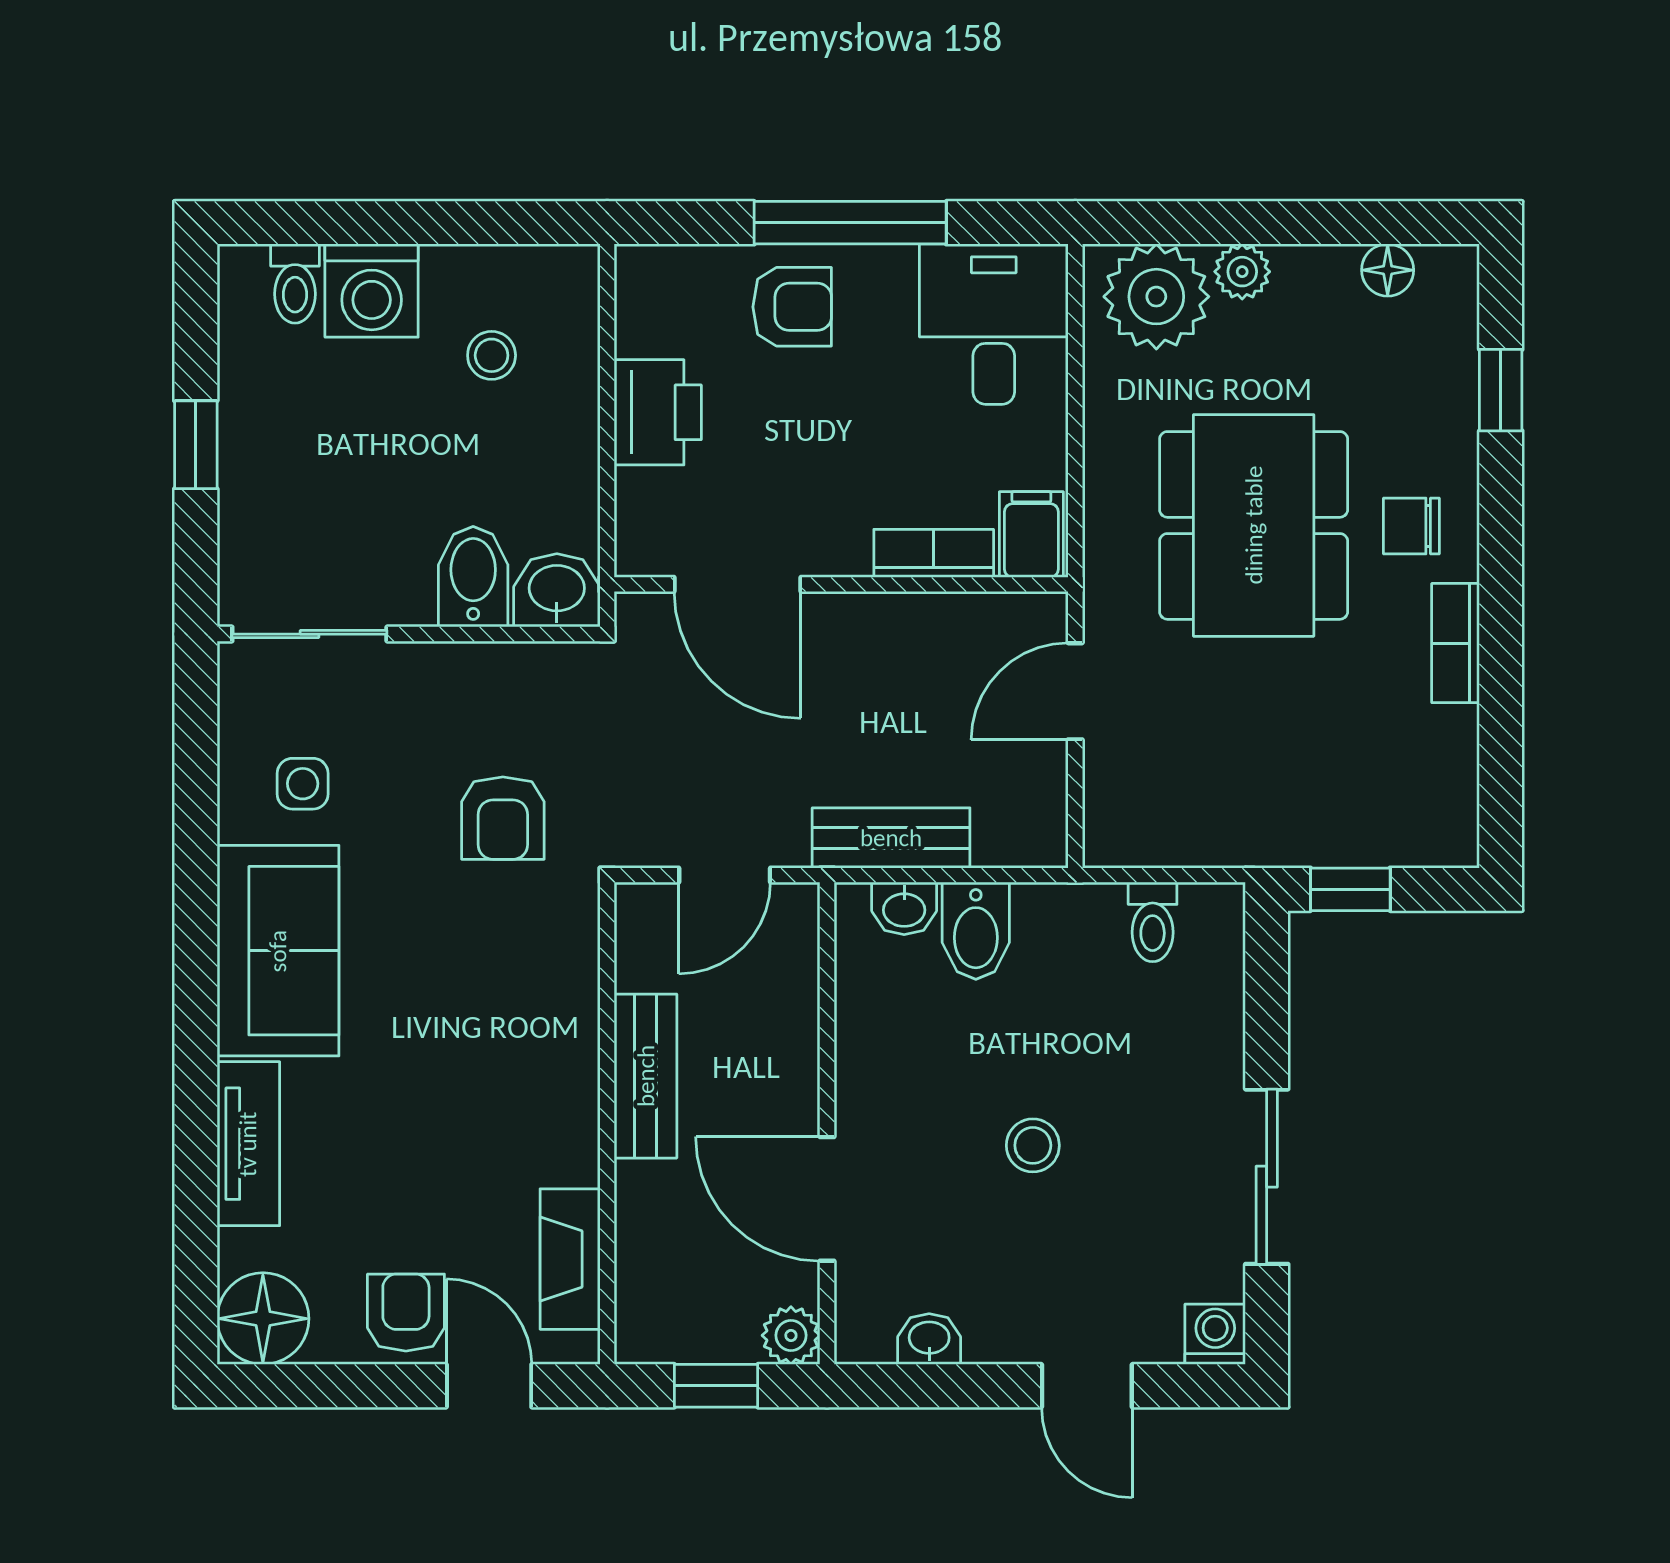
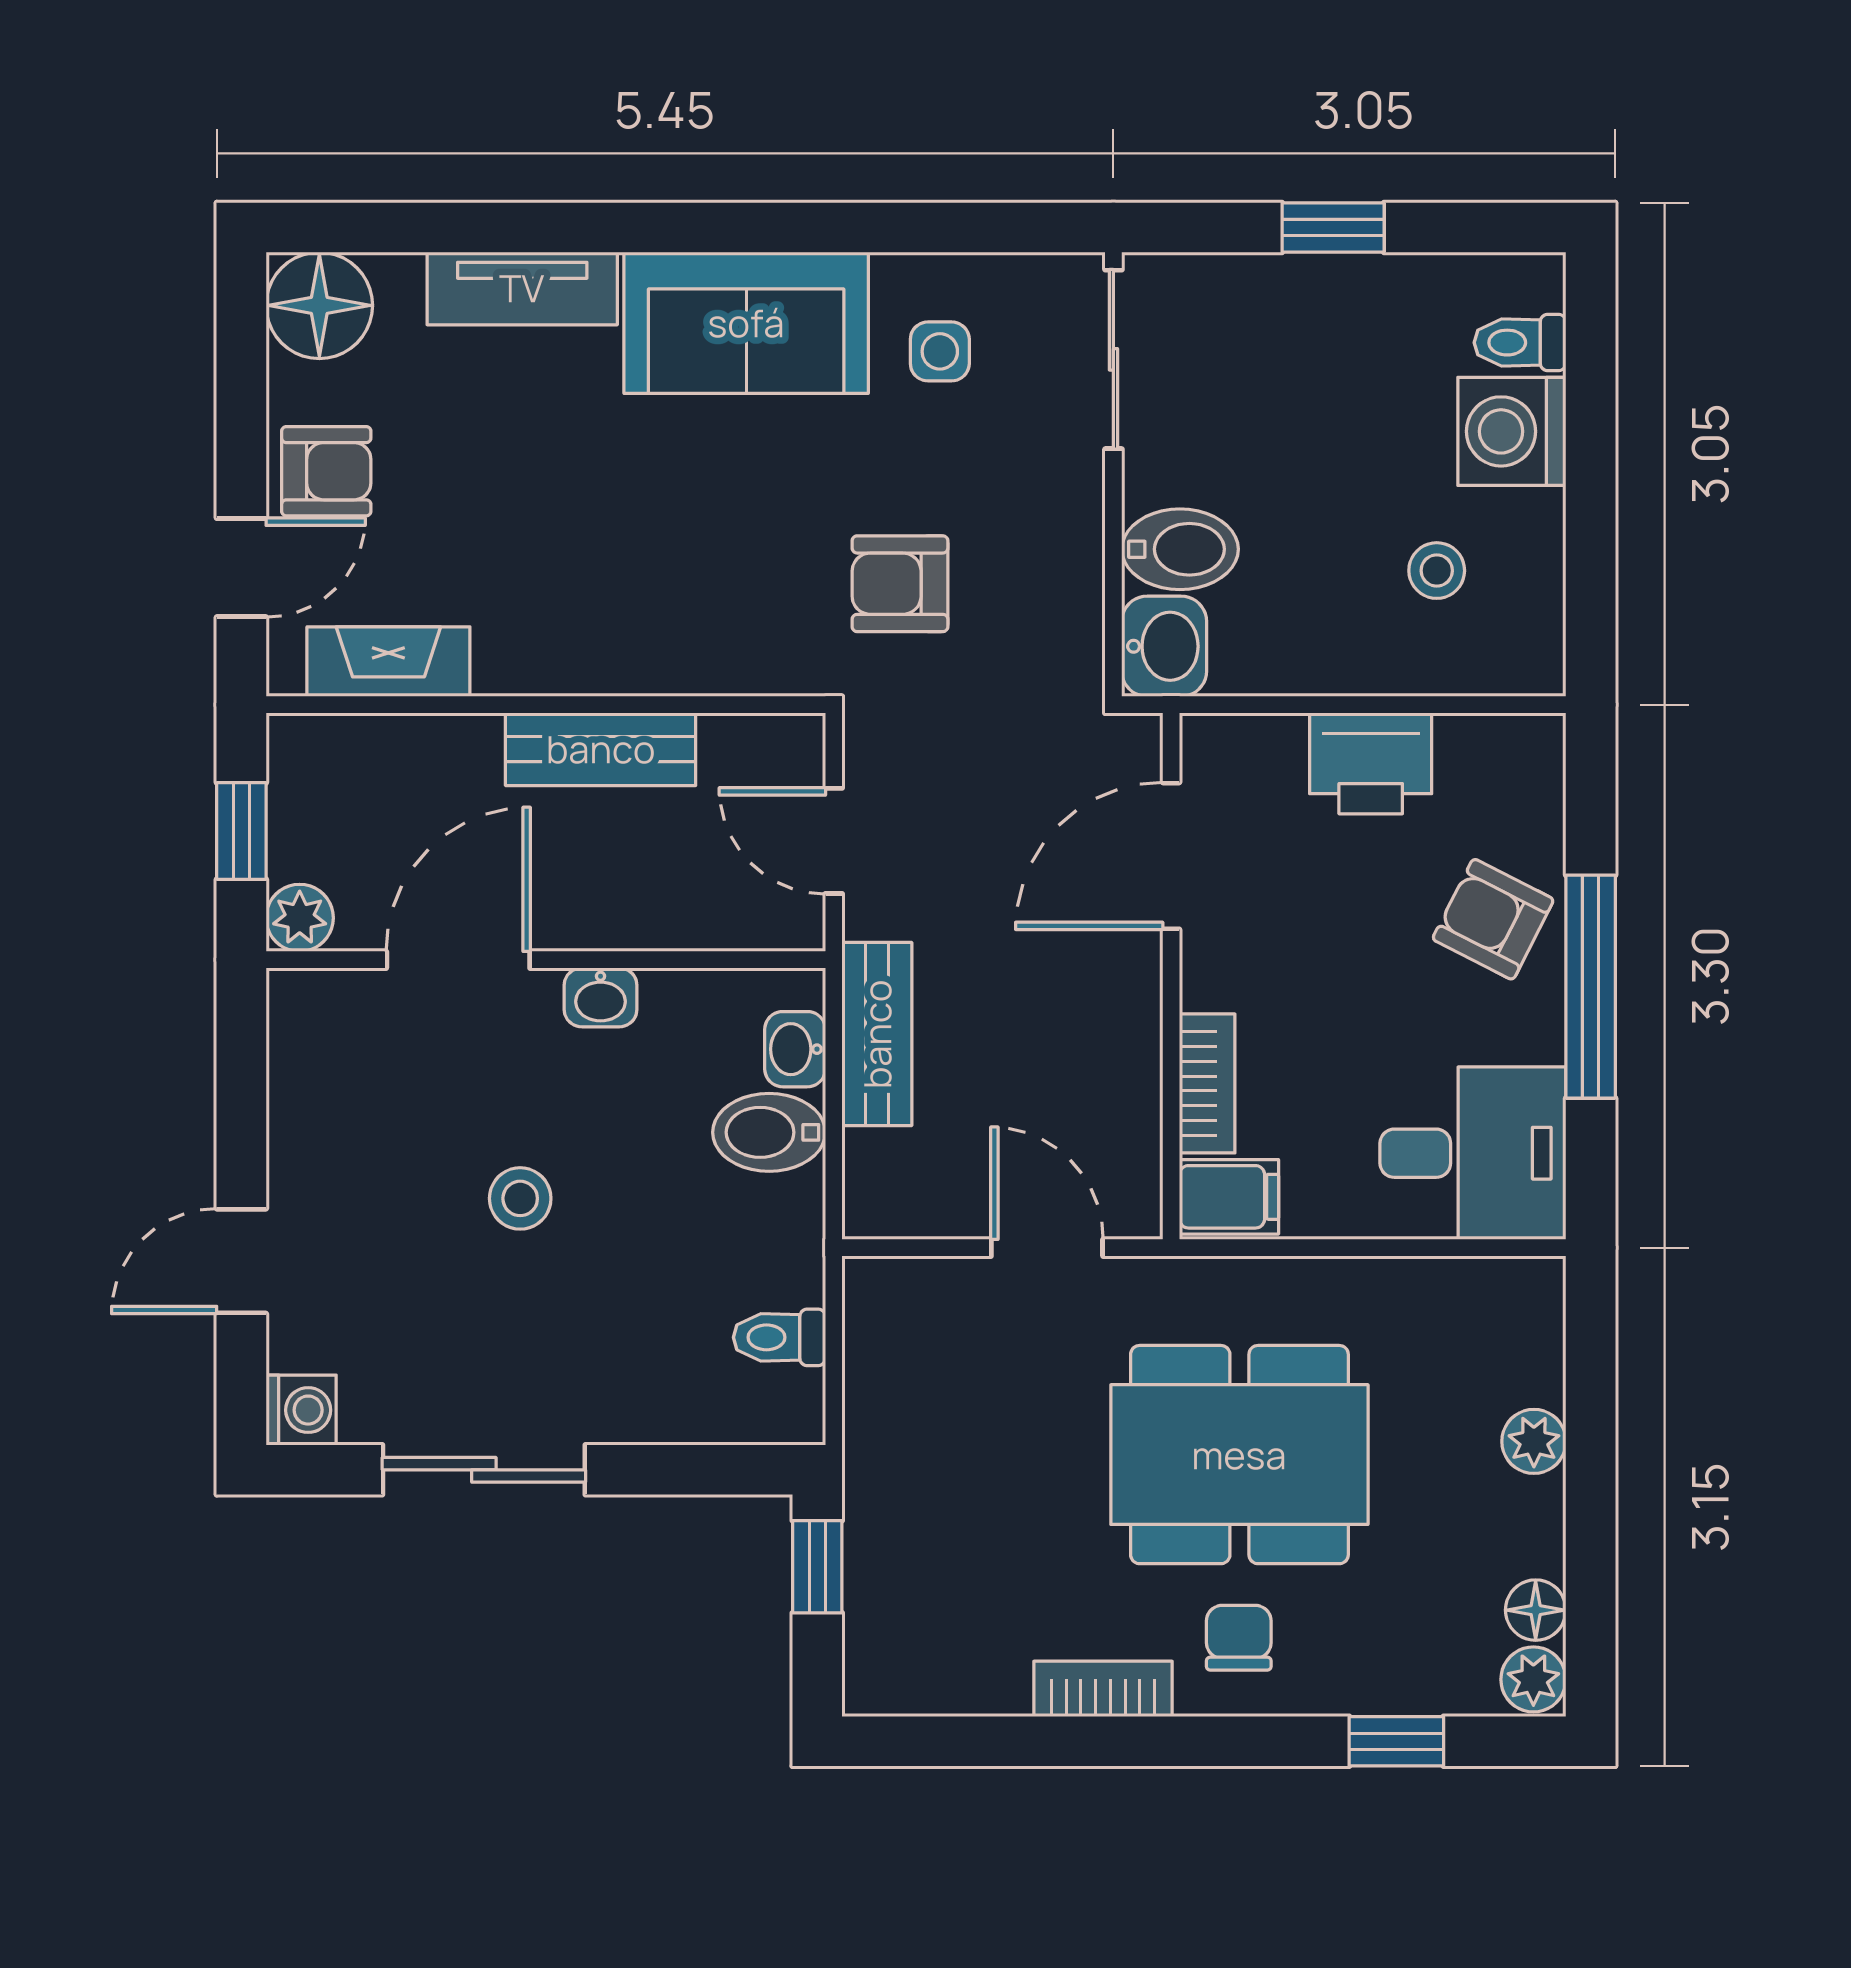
plant: (1156, 297) -> (1533, 1679), moved, width x0.53, depth x0.53
armchair: (792, 307) -> (1493, 919), turned 117
washbasin: (929, 1339) -> (601, 997), moved, turned 90

